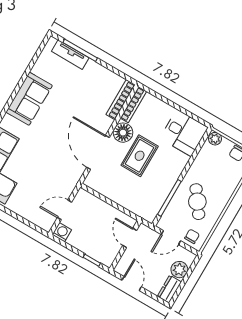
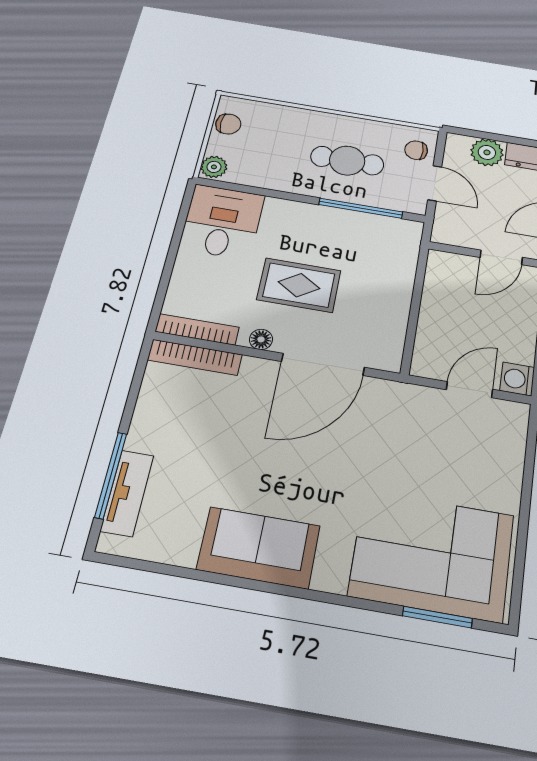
floor lamp: (123, 133) -> (261, 339), width x0.53, depth x0.53
cafe table: (197, 202) -> (347, 161), turned 36
door: (64, 210) -> (469, 390), swing flipped
door: (130, 238) -> (501, 257), moved

